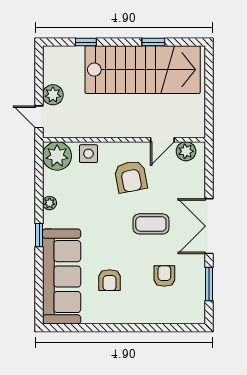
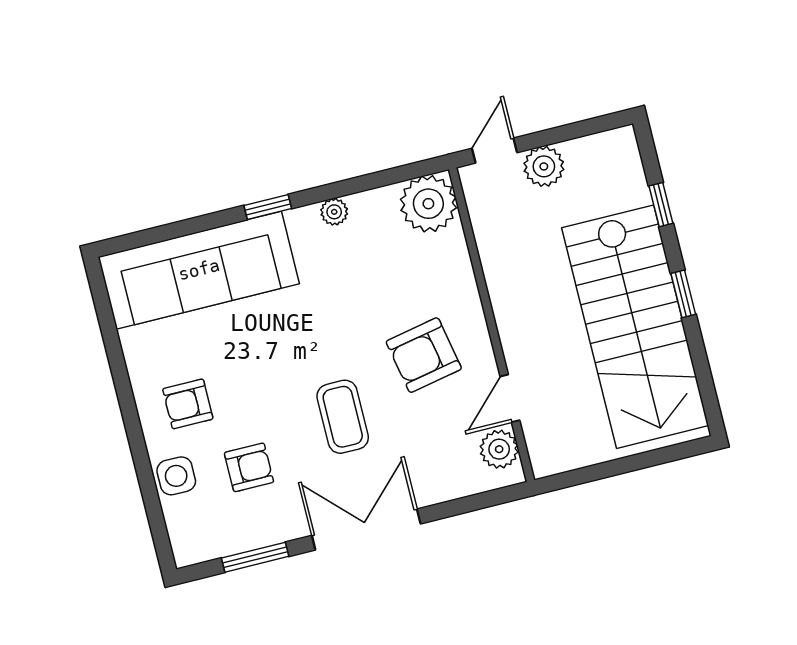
window: (153, 42) -> (683, 294), moved
door: (162, 140) -> (510, 398), hinge flipped
side table: (88, 154) -> (176, 476), moved
armchair: (110, 280) -> (188, 404), moved

